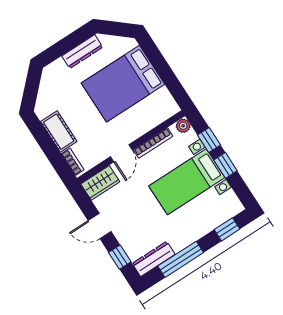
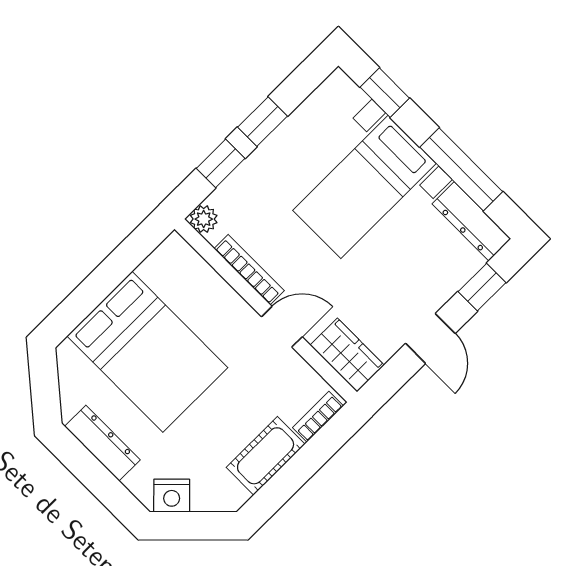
nightstand: (49, 81) -> (172, 496), added
bed with nightstands: (187, 182) -> (364, 187), moved, turned 90

